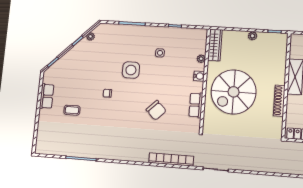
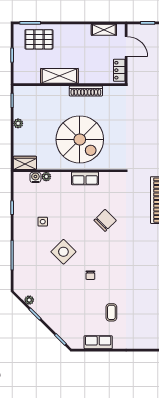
wardrobe: (215, 45) -> (25, 163), width x0.67
side table: (131, 70) -> (63, 252), turned 45
water cooler: (199, 76) -> (35, 177), moved
row of seats: (196, 105) -> (85, 178), moved

